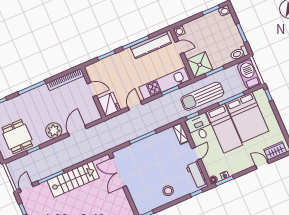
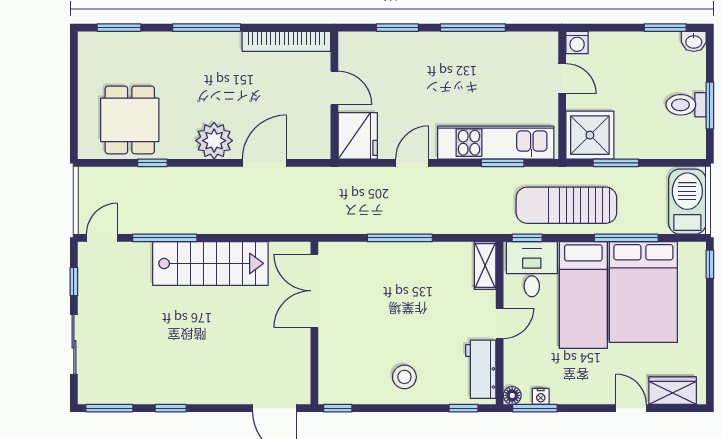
kitchen counter: (151, 45) -> (503, 47), removed
toilet: (239, 53) -> (686, 105), moved

